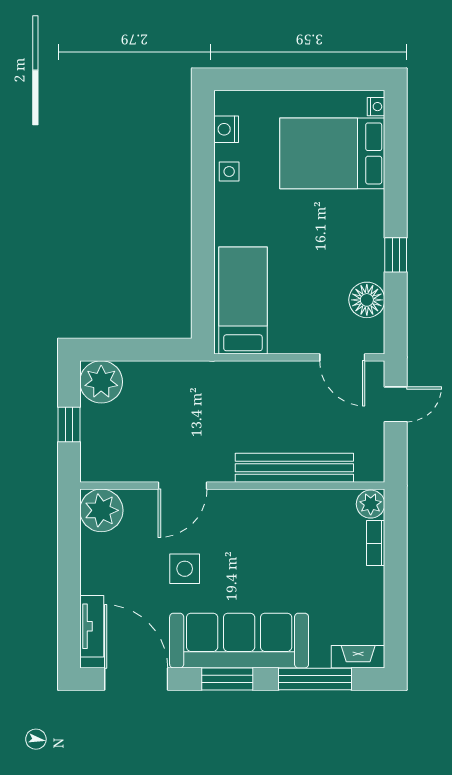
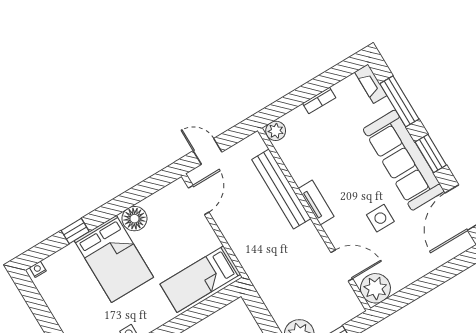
bed: (332, 153) -> (114, 259), moved
window: (396, 255) -> (75, 231), moved
floor lamp: (367, 300) -> (134, 219), moved
door: (182, 486) -> (342, 266), moved
bookcase: (376, 543) -> (319, 101), moved
tv unit: (92, 626) -> (316, 203), moved, turned 90

